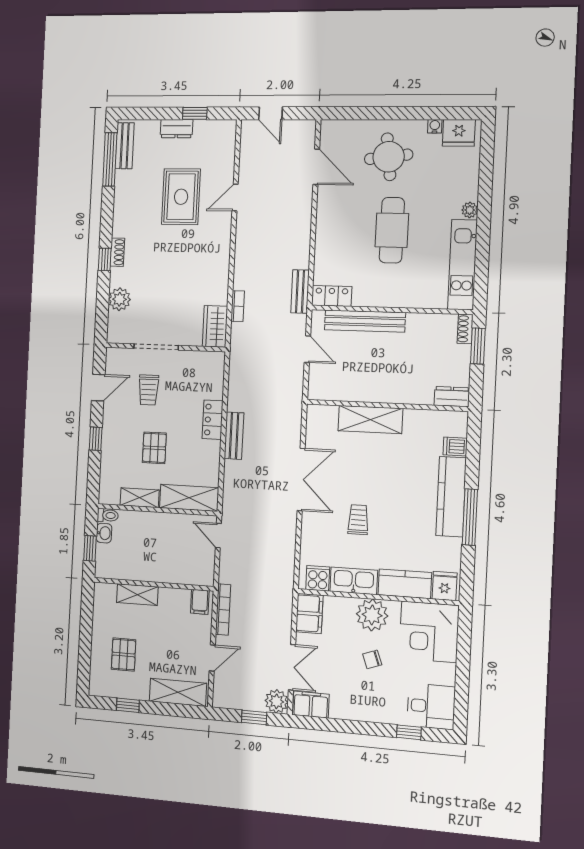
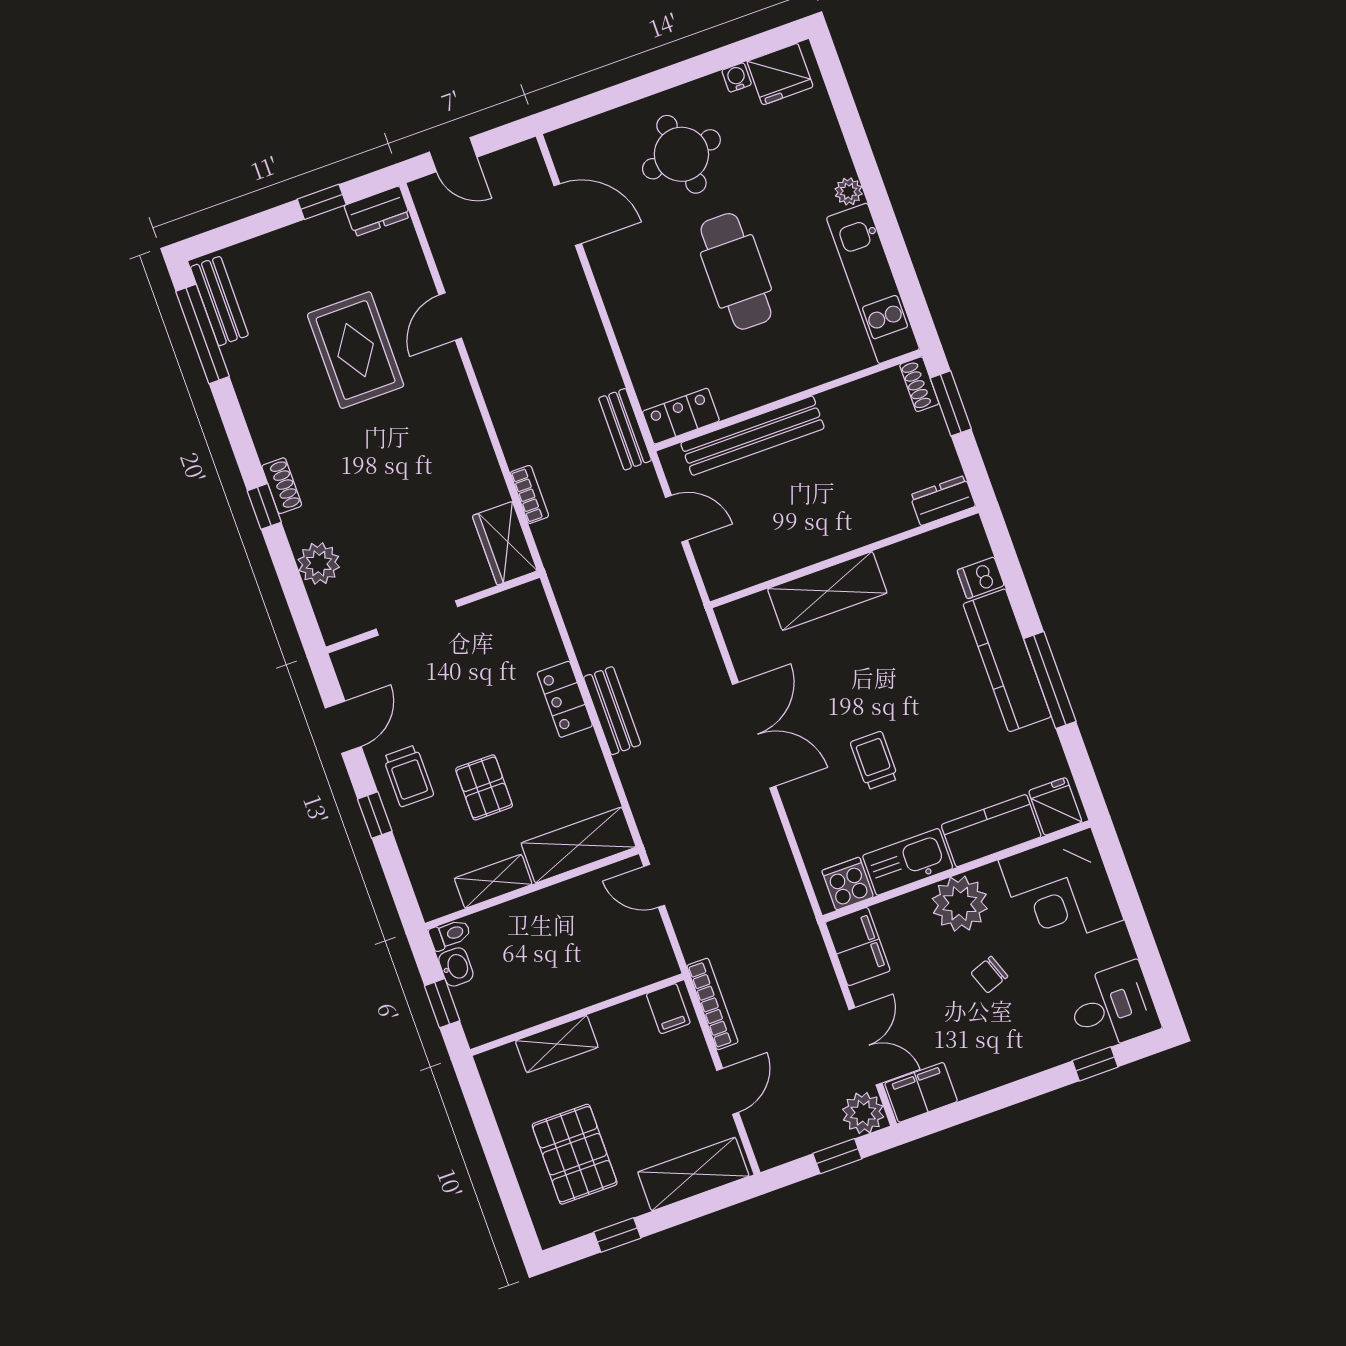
dresser: (176, 129) -> (377, 211), moved
trolley: (148, 390) -> (408, 776), moved
pallet: (124, 655) -> (575, 1154), width x1.50, depth x1.42

